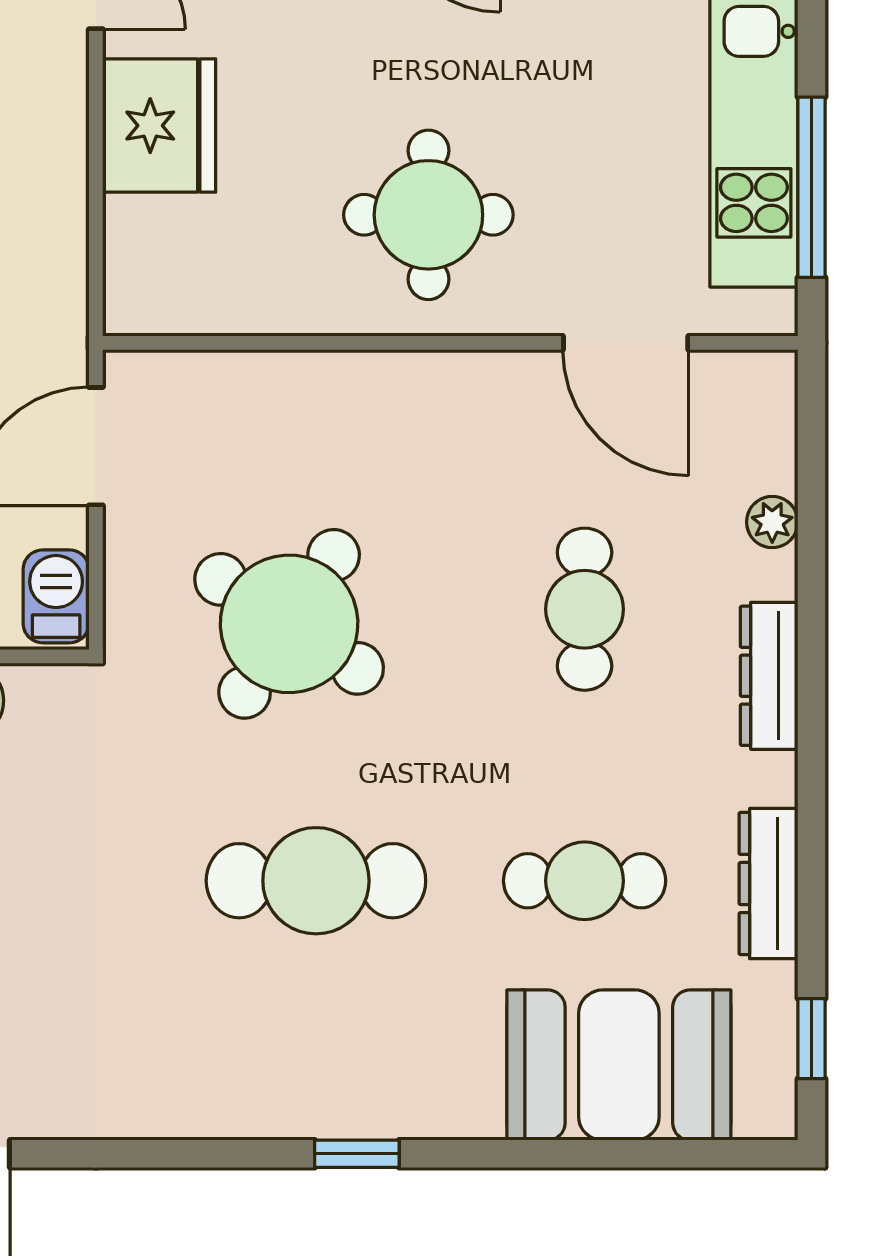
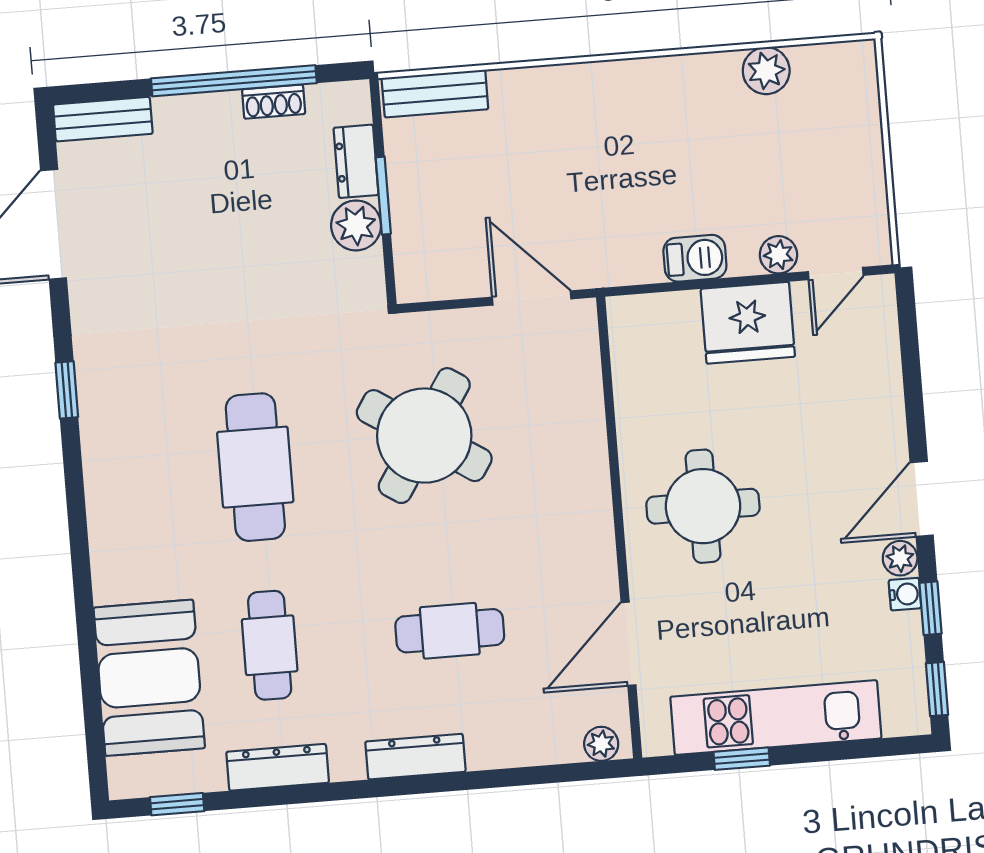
plant: (61, 71) -> (778, 255), added
window: (811, 187) -> (742, 759), width x0.46
plant: (772, 522) -> (601, 744), moved
barbecue: (56, 596) -> (695, 258), moved
window: (357, 1154) -> (67, 390), moved

